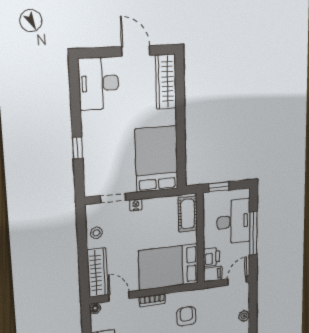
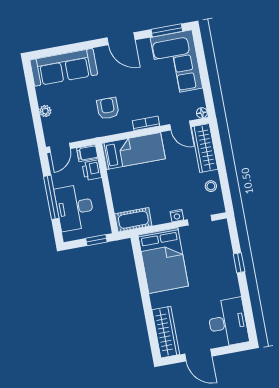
cot: (188, 214) -> (133, 220), moved, turned 90
bed: (169, 267) -> (133, 151), width x0.67
armchair: (186, 316) -> (108, 108), turned 180

